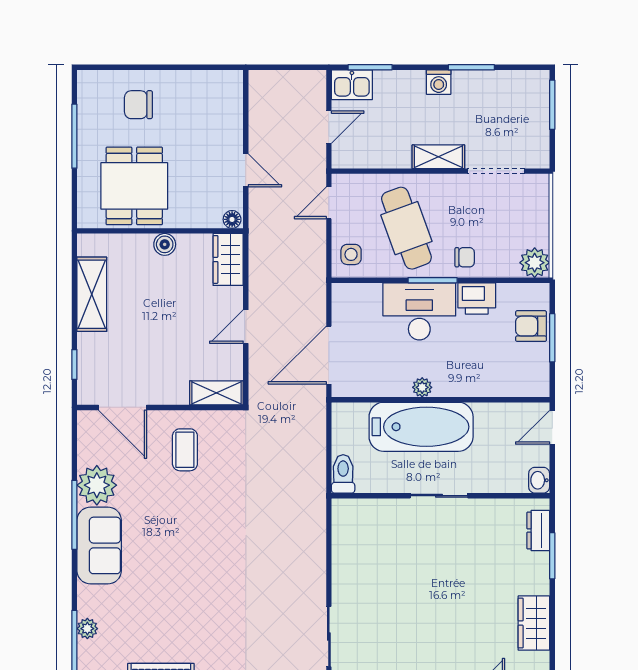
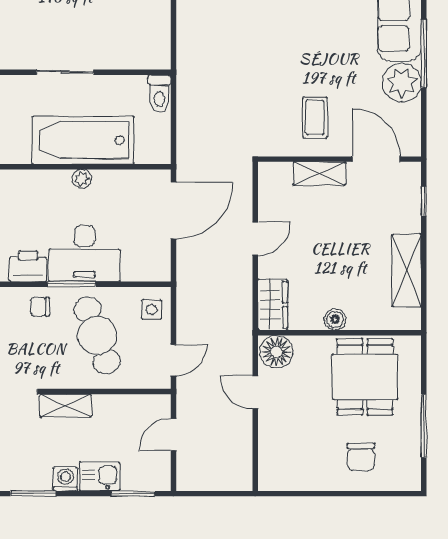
kitchen sink: (352, 85) -> (100, 476), moved
chair: (138, 105) -> (361, 457), turned 90
floor lamp: (232, 219) -> (276, 352), width x1.89, depth x1.89
shelving: (216, 393) -> (319, 173), moved

